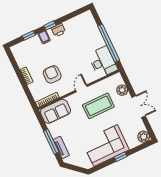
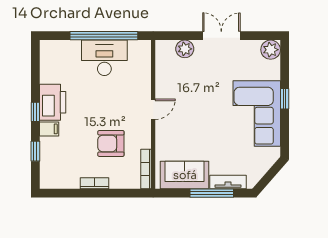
printer: (58, 30) -> (53, 102), width x1.87, depth x1.48
desk: (103, 62) -> (104, 58), moved
door: (81, 88) -> (153, 109), swing flipped
coffee table: (98, 106) -> (192, 96), removed
sofa: (56, 111) -> (185, 175), moved, turned -90

